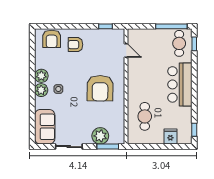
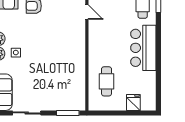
armchair: (100, 88) -> (60, 52), removed
window: (194, 130) -> (158, 95), removed
plant: (100, 136) -> (60, 102), removed

